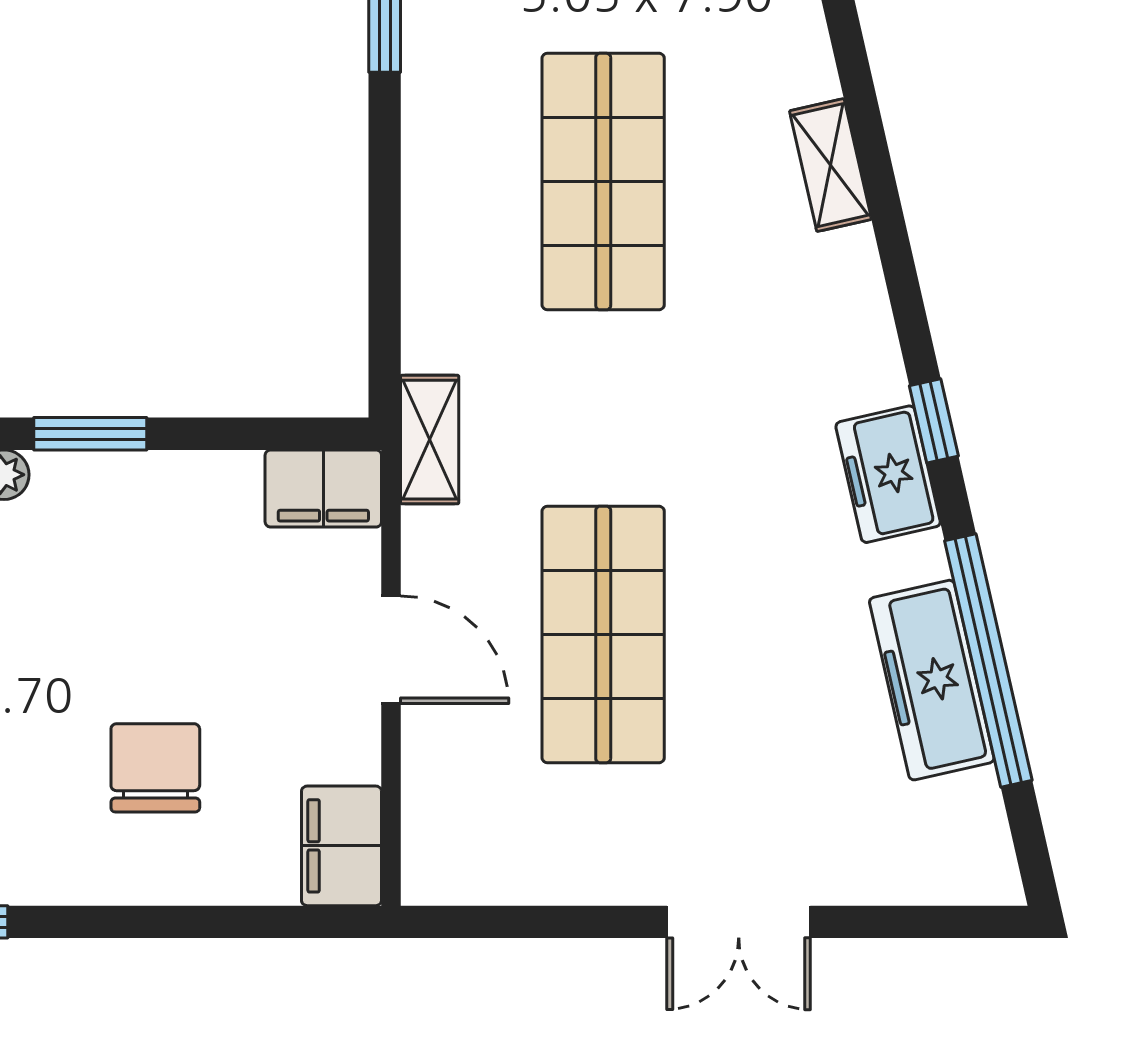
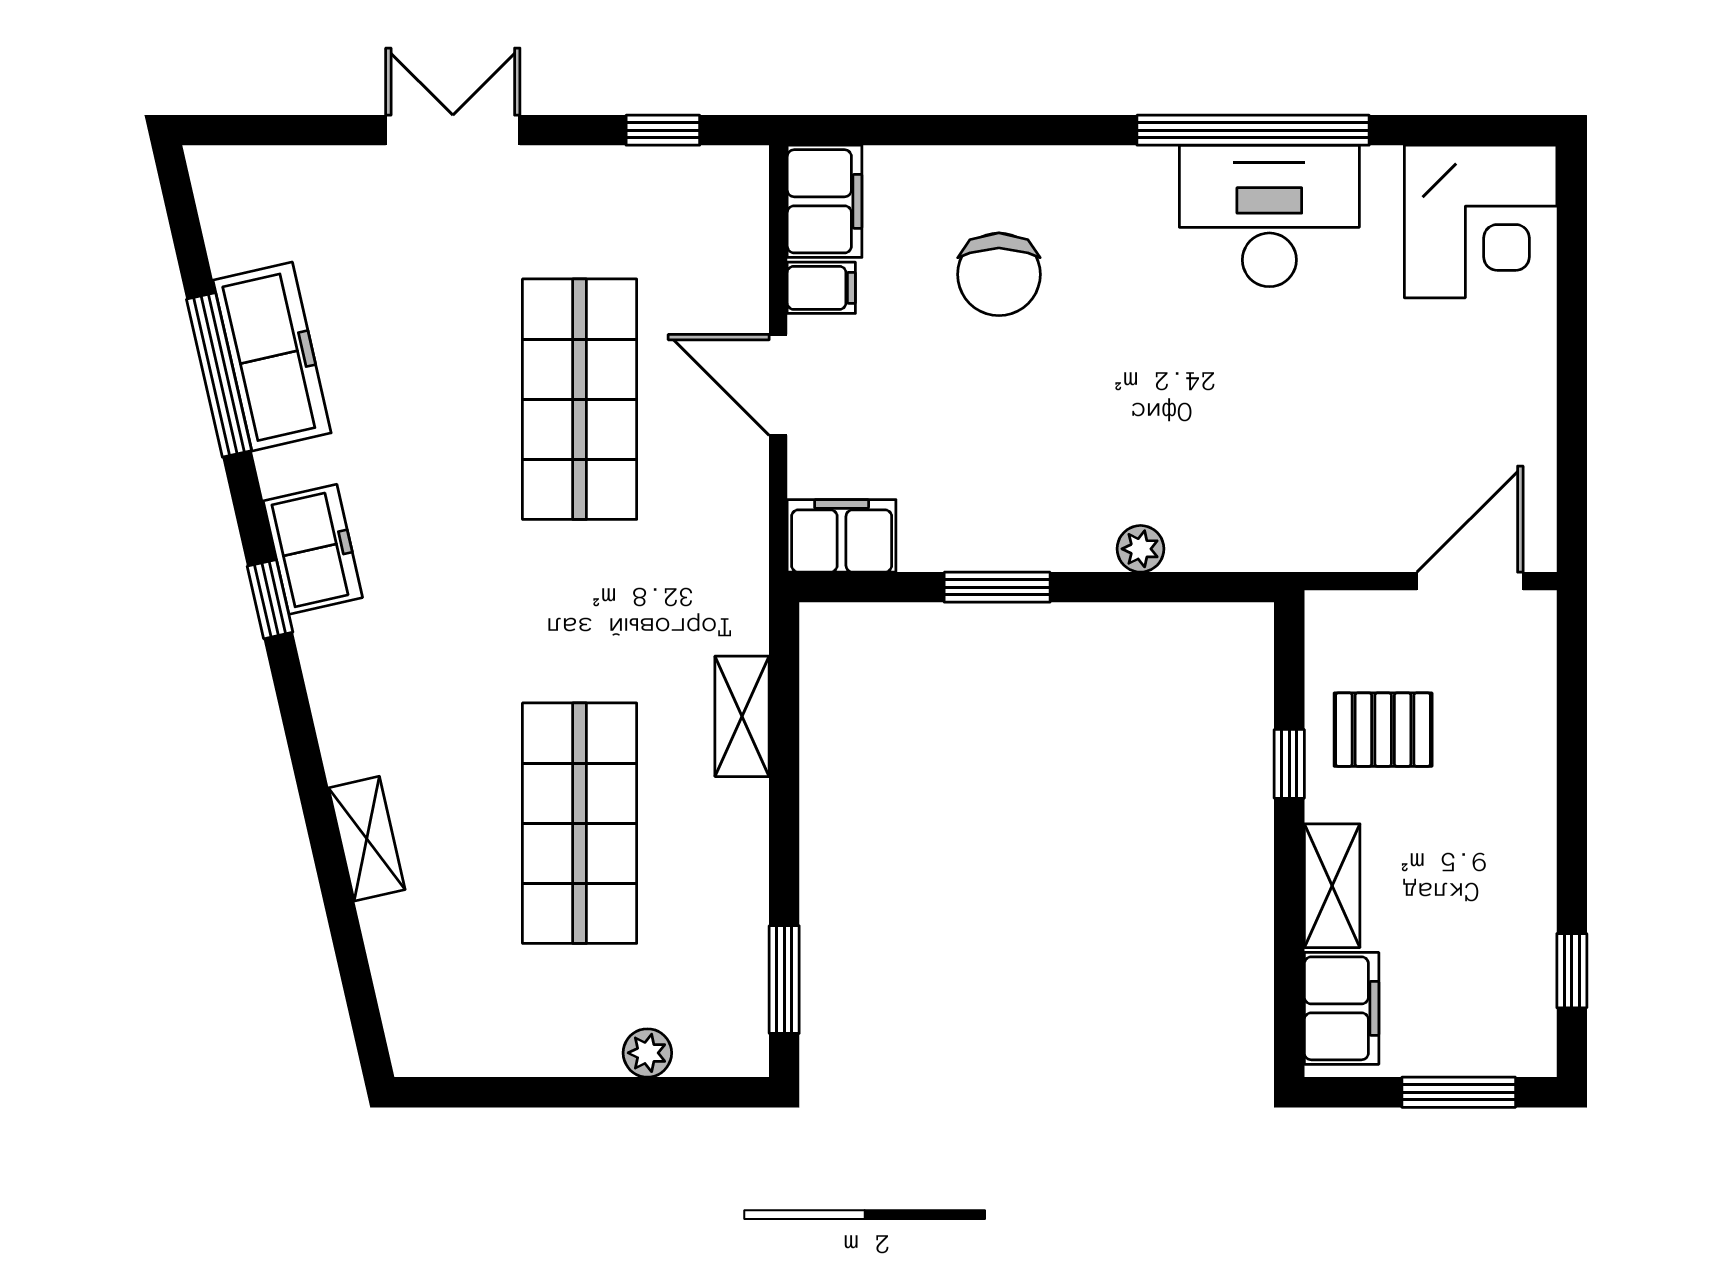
window: (90, 434) -> (997, 587), moved
shelving: (430, 440) -> (742, 716), moved
window: (988, 661) -> (219, 375), width x0.68
filing cabinet: (345, 753) -> (821, 288), added
window: (514, 922) -> (663, 130), added

